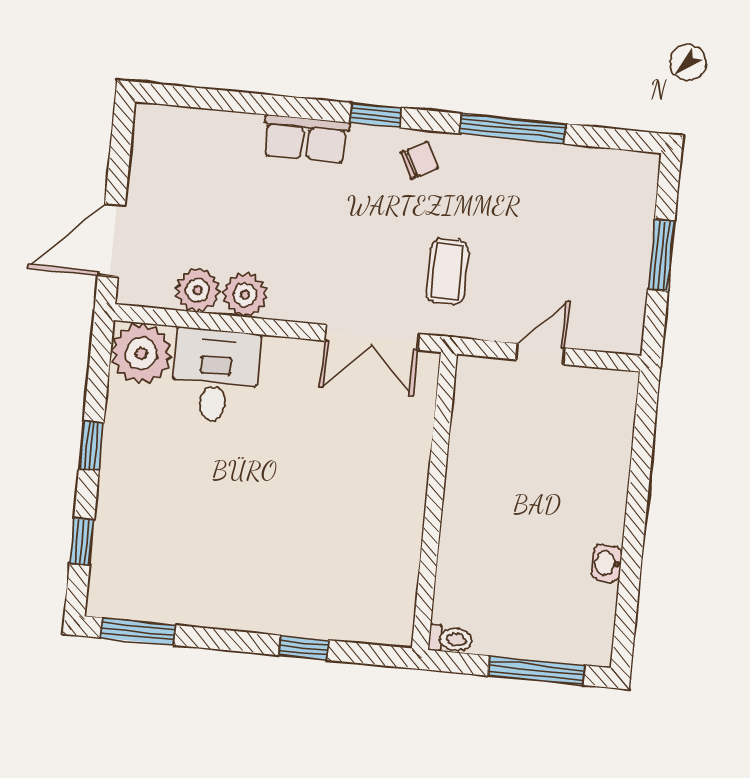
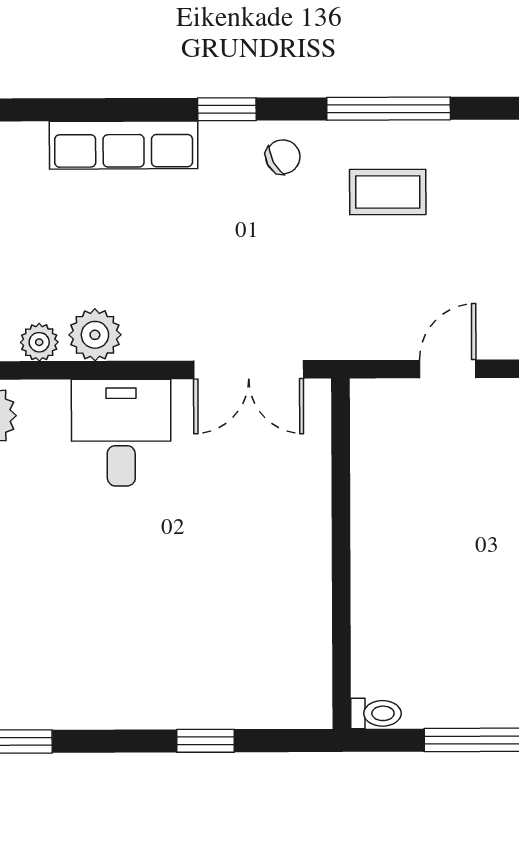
row of seats: (306, 139) -> (124, 145), width x1.48
coffee table: (447, 272) -> (388, 192), moved, turned 90
plant: (198, 290) -> (39, 342), width x0.73, depth x0.73
desk: (215, 376) -> (121, 433), moved

